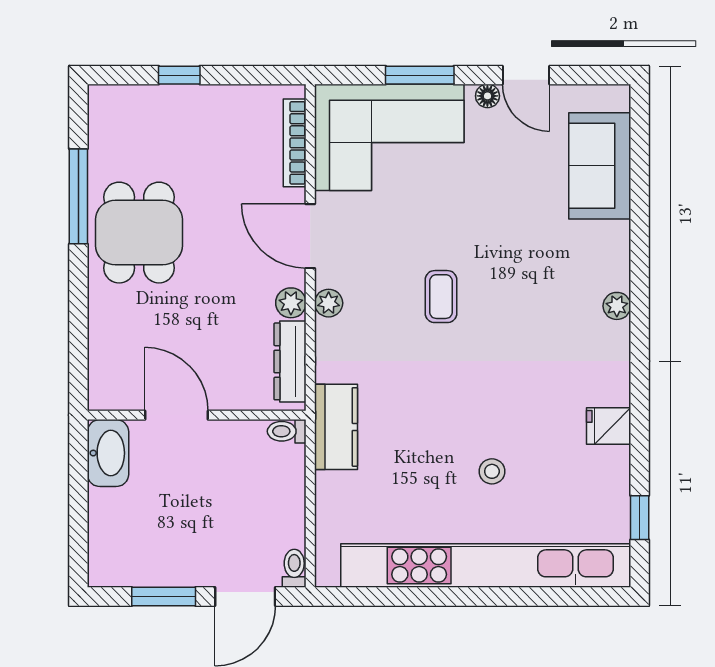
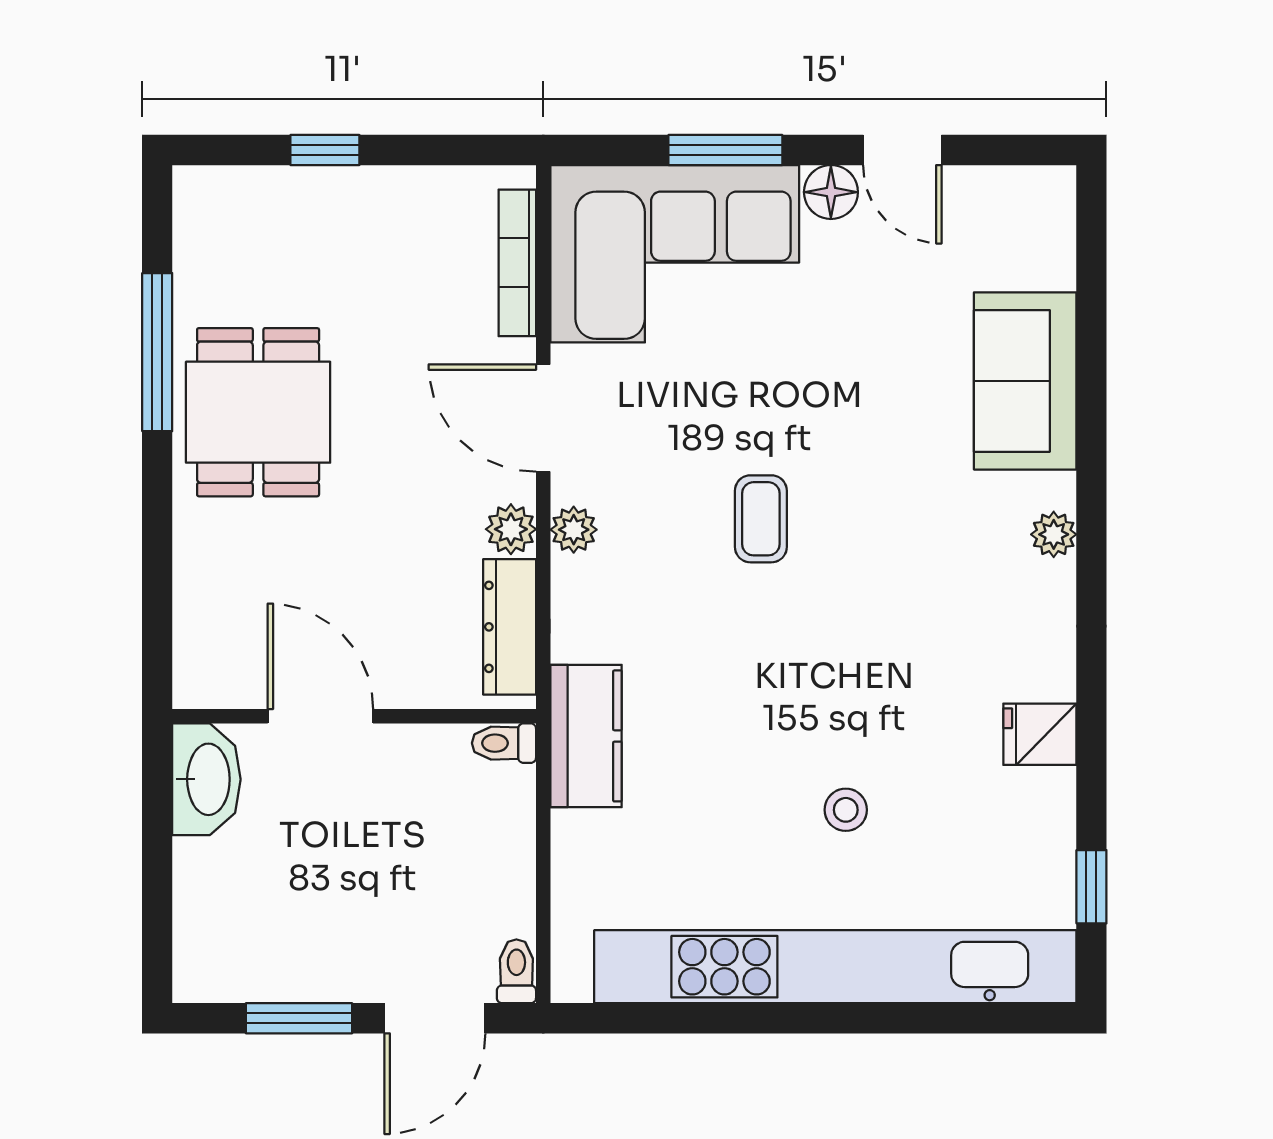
floor lamp: (487, 96) -> (831, 192), width x1.37, depth x1.37
sofa: (600, 166) -> (1025, 381), moved

